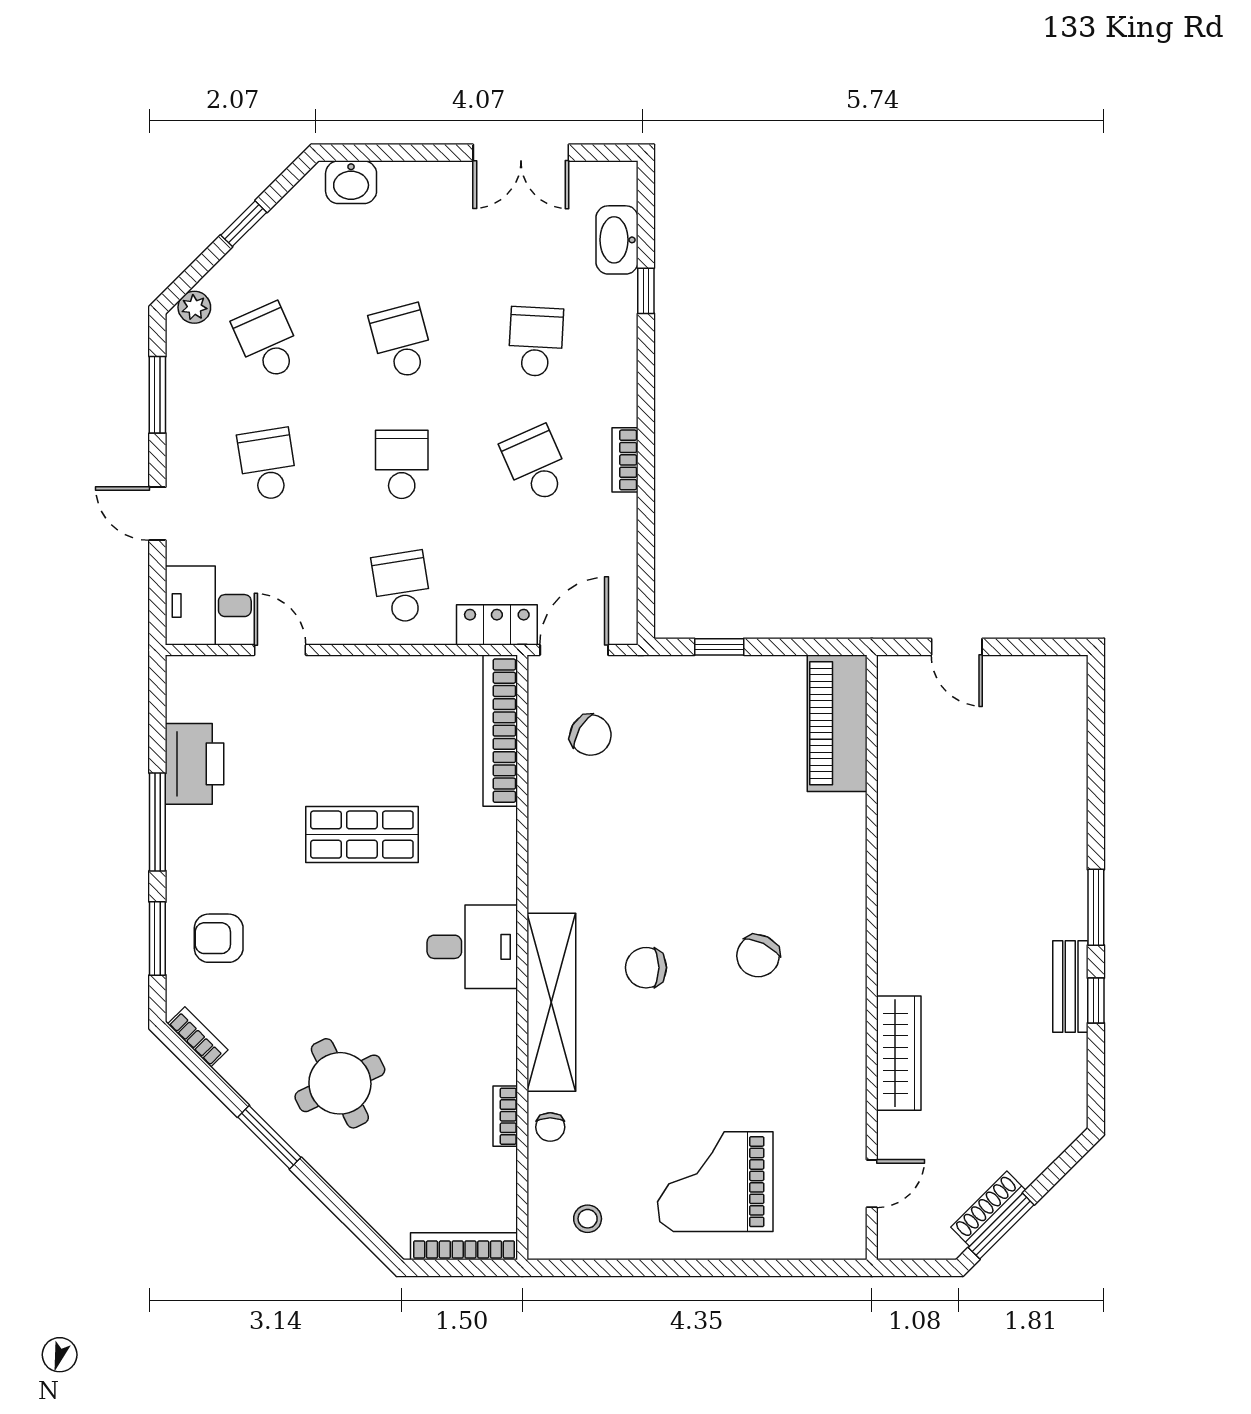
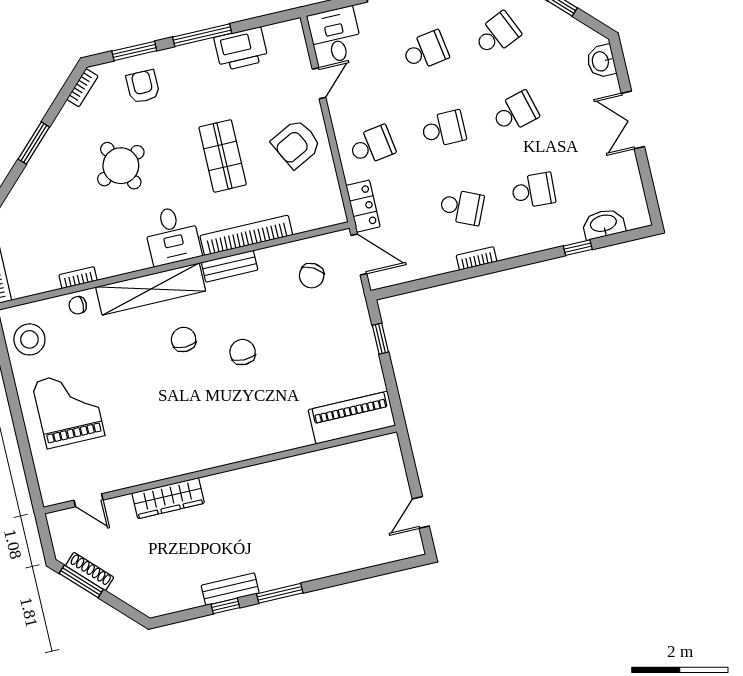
double door: (521, 153) -> (633, 120), moved
school desk: (536, 464) -> (462, 207), turned 48
door: (957, 647) -> (421, 512), moved
armchair: (370, 710) -> (296, 144), added
bookcase: (500, 731) -> (246, 235), moved
bench: (544, 865) -> (230, 266), added
chair: (758, 956) -> (243, 352), moved, turned 64
round table: (340, 1083) -> (121, 166), moved
stool: (588, 1219) -> (29, 339), width x1.89, depth x1.89

